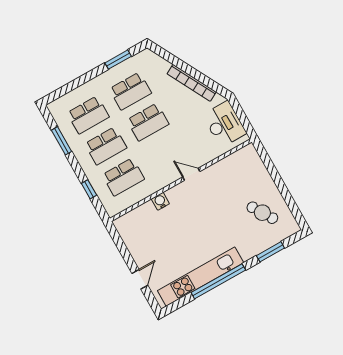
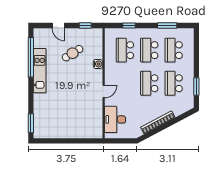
desk: (224, 124) -> (115, 119), moved, turned 90
cafe table: (262, 213) -> (73, 53), moved
window: (120, 245) -> (85, 26), added
window: (270, 252) -> (31, 123), moved
kitchen unit: (201, 277) -> (40, 71), width x0.73
window: (218, 281) -> (31, 57), moved

